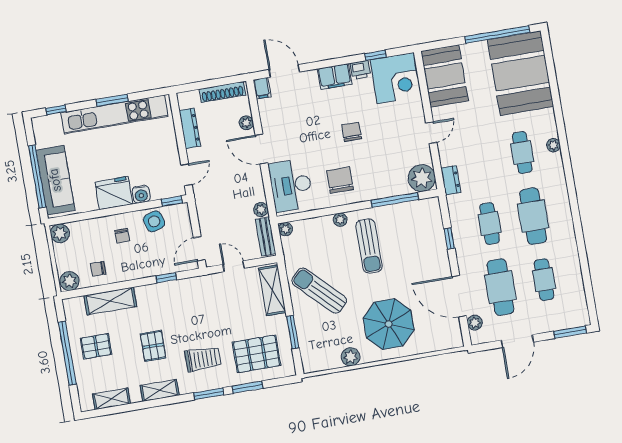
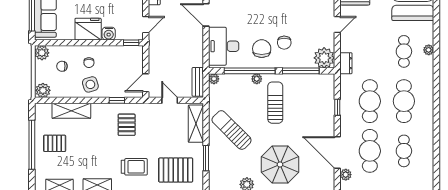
chair: (352, 132) -> (284, 43), moved, turned 180
plant: (261, 209) -> (198, 61), removed
window: (329, 211) -> (250, 71), added
side table: (154, 221) -> (90, 84), moved
cafe table: (490, 224) -> (370, 101), width x1.37, depth x1.35
sun lounger: (369, 246) -> (275, 103), turned 180
chair: (98, 269) -> (62, 66), moved
pallet: (153, 346) -> (127, 125), moved

